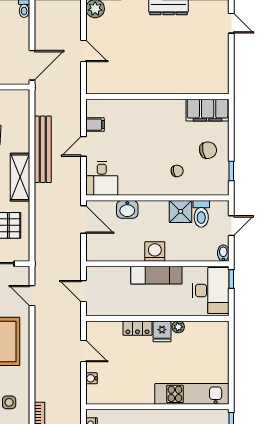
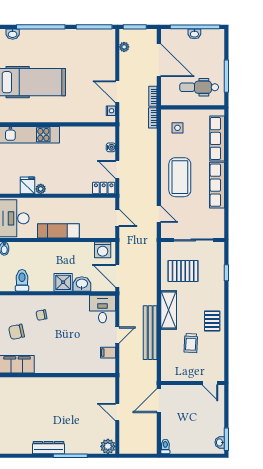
shower: (181, 211) -> (63, 282), moved
washing machine: (155, 251) -> (103, 250), moved
locker: (137, 328) -> (104, 188), moved
fridge: (162, 331) -> (28, 185), moved

